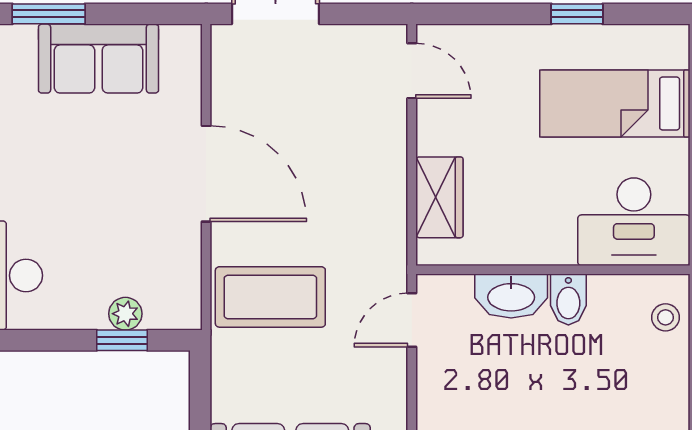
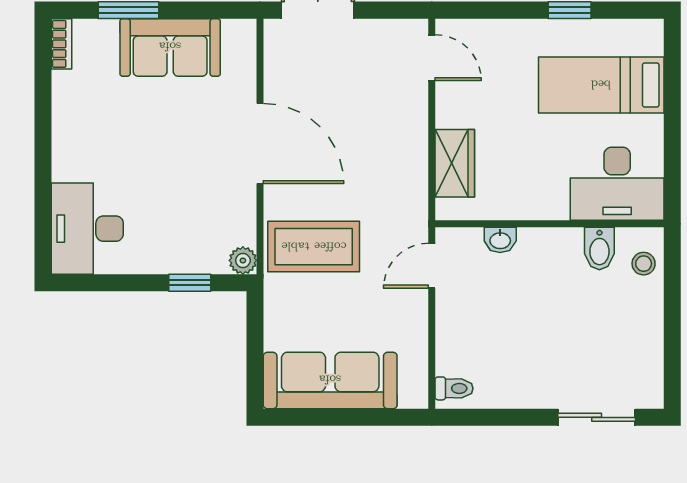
washbasin: (511, 296) -> (500, 240), width x0.52, depth x0.69
bidet: (568, 299) -> (599, 249), moved
plant: (125, 314) -> (243, 260), moved

